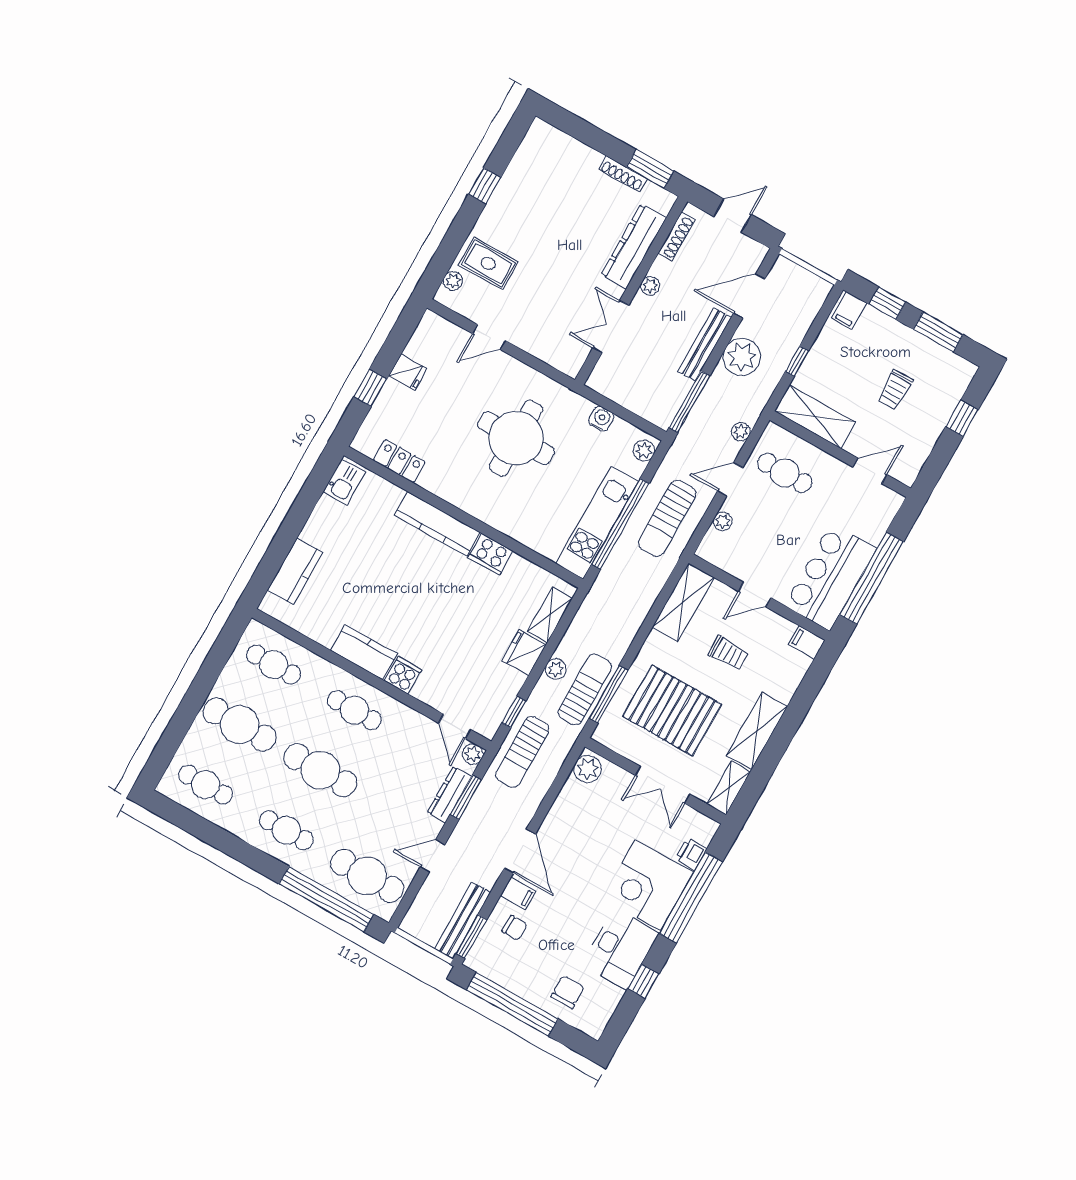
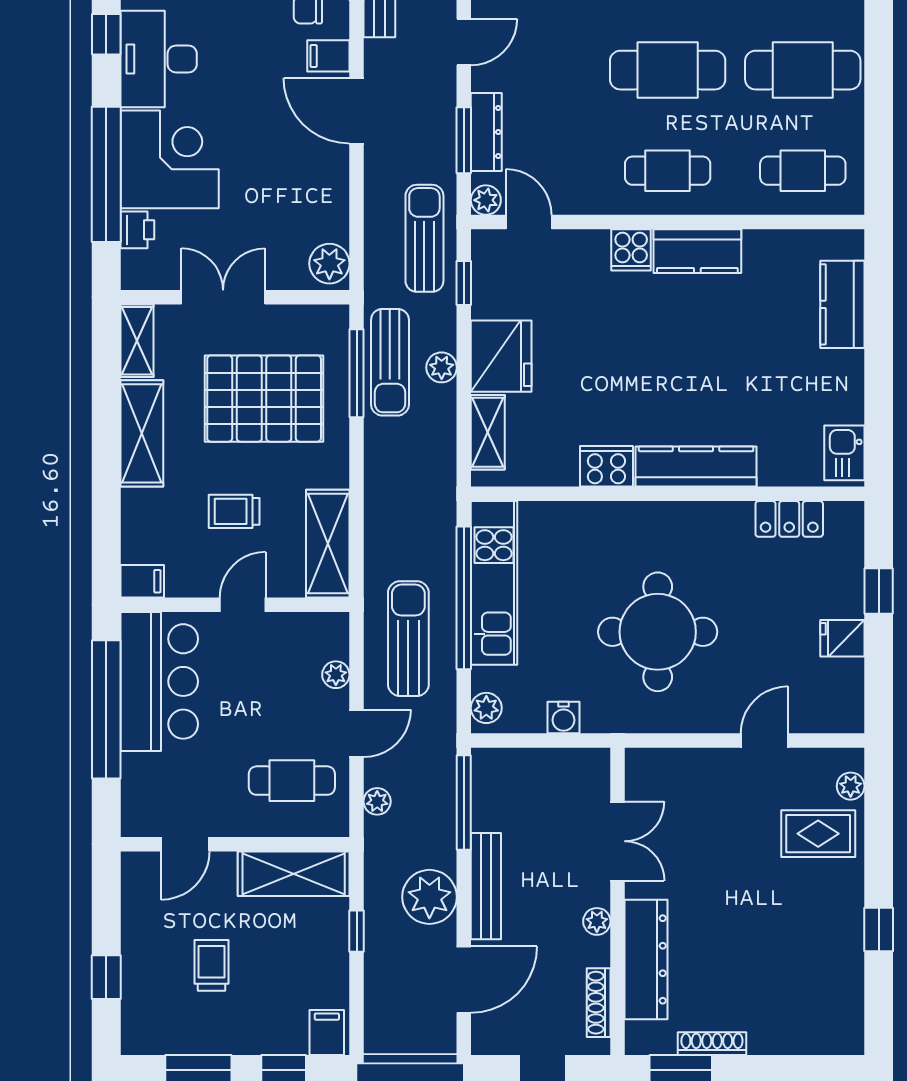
fridge: (524, 653) -> (501, 356), width x1.36, depth x1.34

